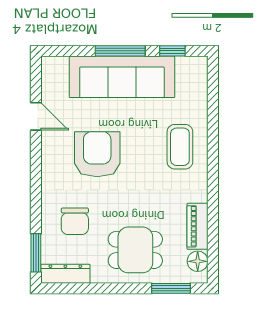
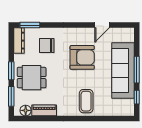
coffee table: (180, 147) -> (86, 101), turned 90
dining table: (135, 250) -> (32, 78), turned 90
window: (122, 288) -> (11, 71), added

